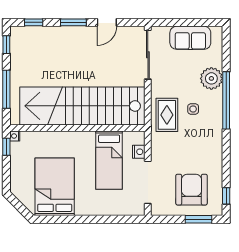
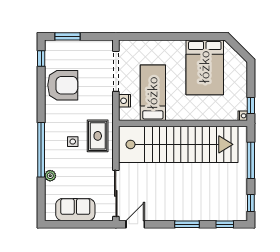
door: (107, 22) -> (135, 224), moved
plant: (211, 78) -> (50, 176), width x0.53, depth x0.53
armchair: (191, 190) -> (63, 85), moved, turned -90

